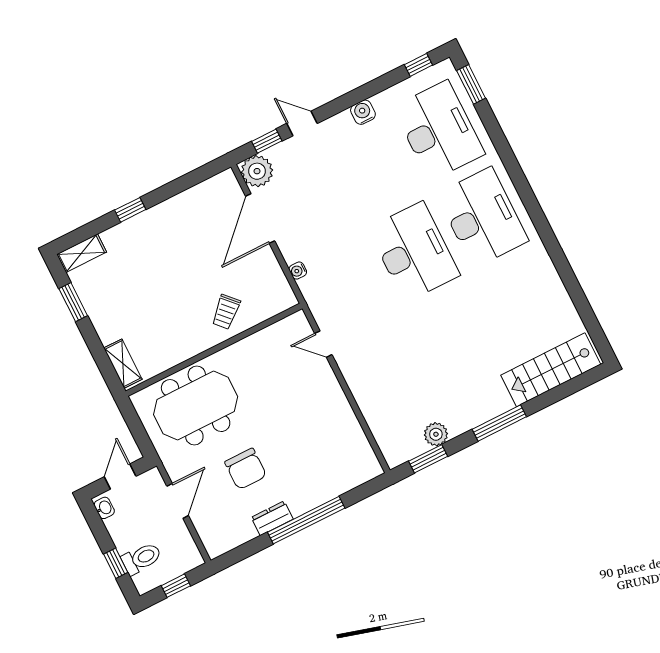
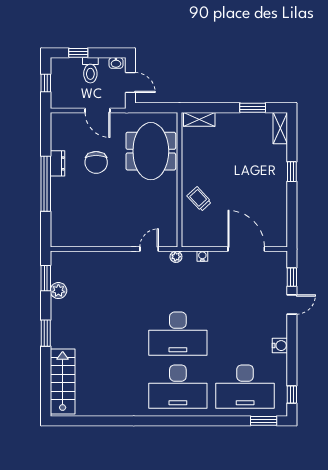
plant: (257, 171) -> (176, 257), moved, width x0.53, depth x0.53
window: (499, 423) -> (46, 333), width x0.69
chair: (246, 469) -> (96, 162), turned -90
toilet: (141, 558) -> (90, 70), moved

